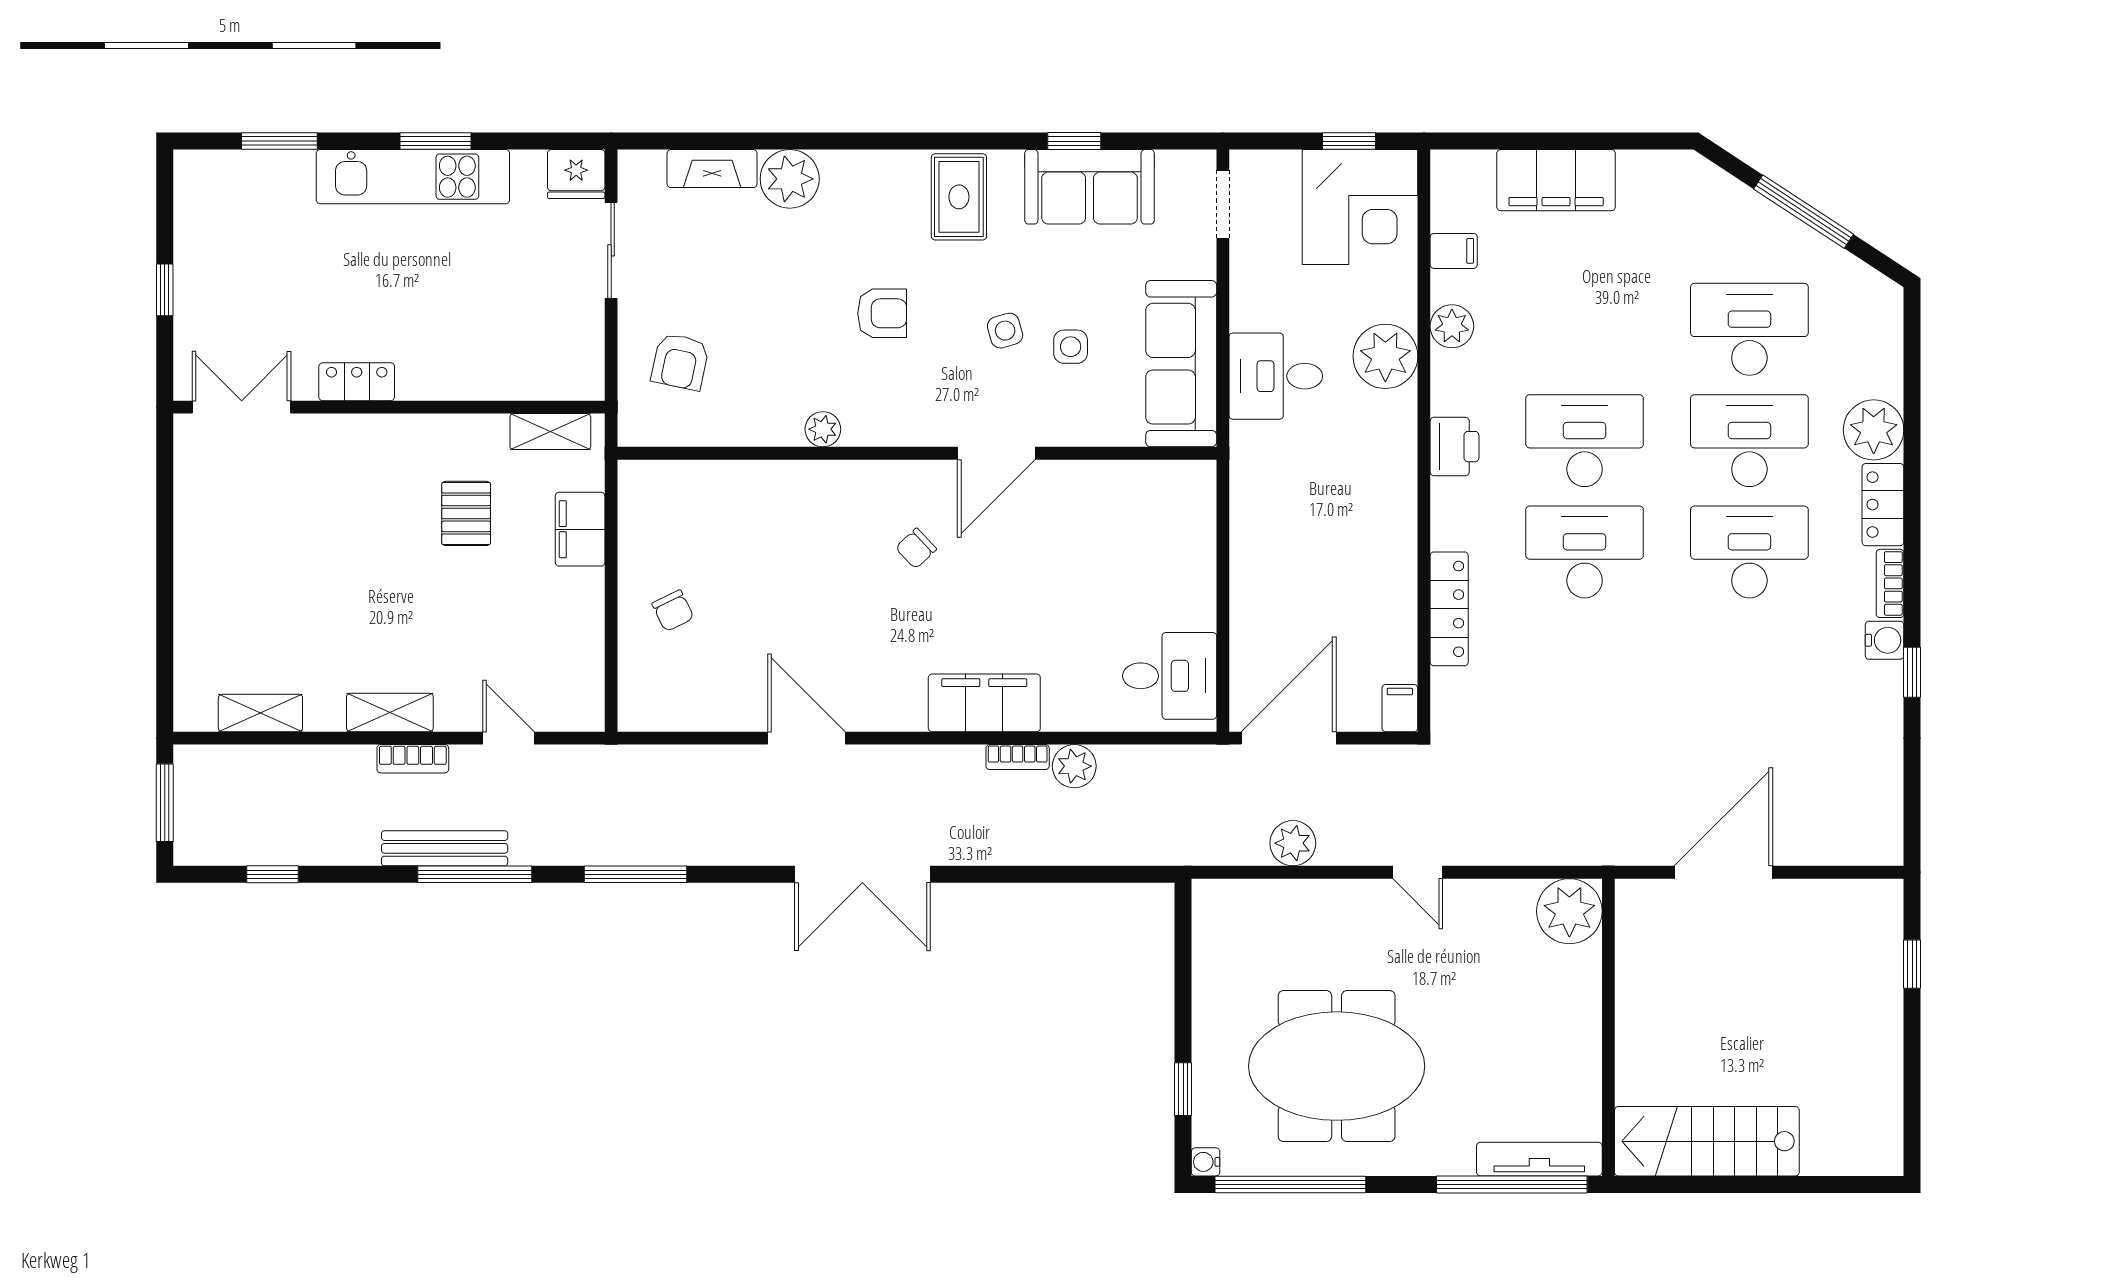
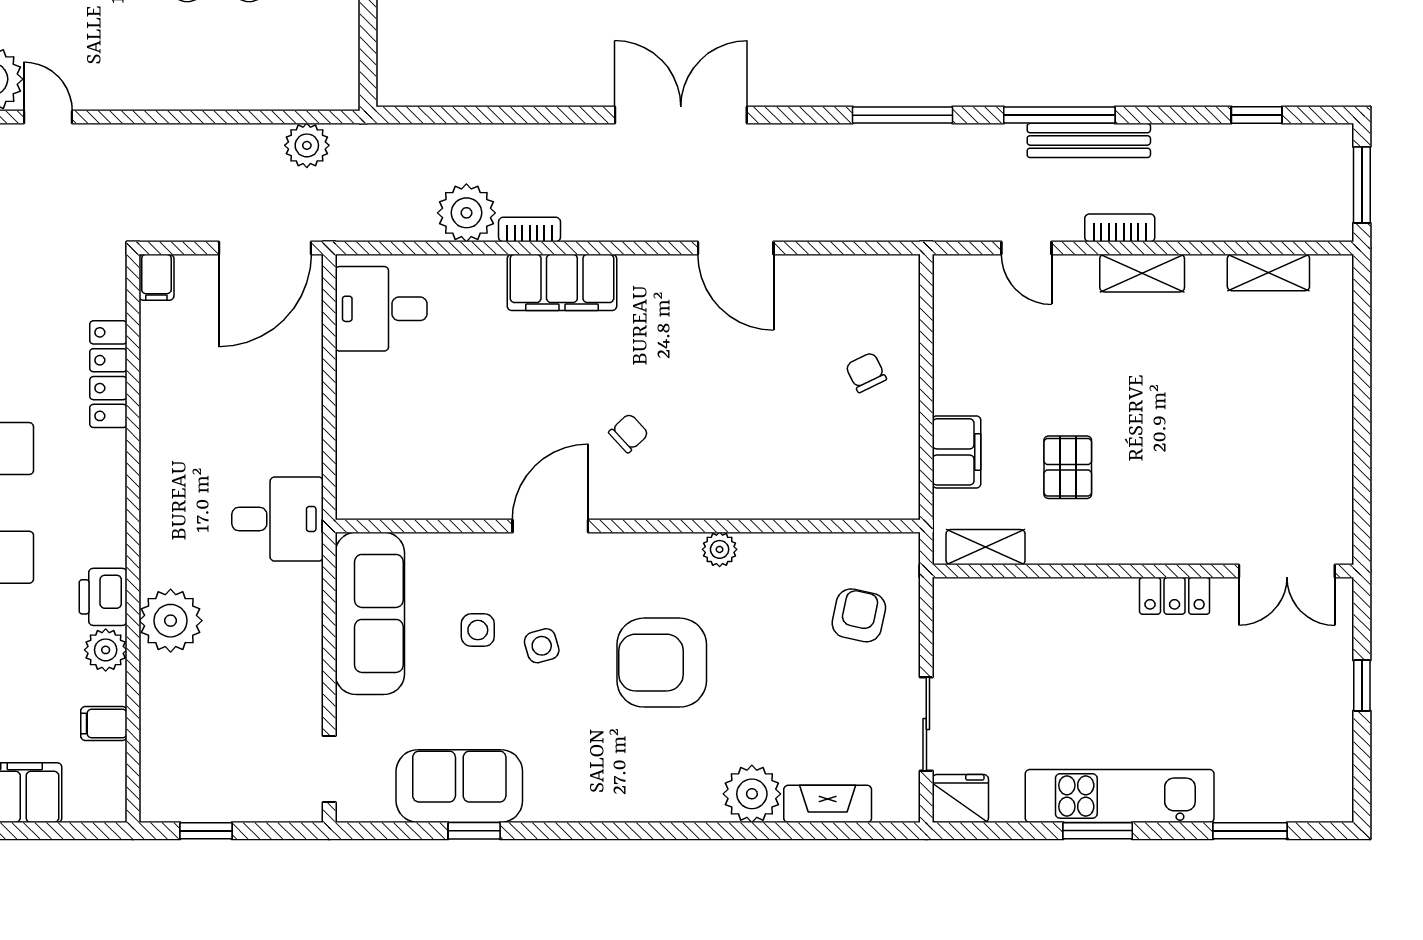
rug: (959, 197) -> (587, 776), removed
corner desk: (1360, 207) -> (195, 766), removed
armchair: (882, 313) -> (662, 663), width x1.88, depth x1.88
desk: (1276, 376) -> (278, 519), moved
printer: (1454, 447) -> (103, 597), moved
plant: (1074, 766) -> (466, 213), width x1.36, depth x1.36
plant: (1293, 843) -> (307, 145), moved
door: (1418, 872) -> (48, 117), moved

